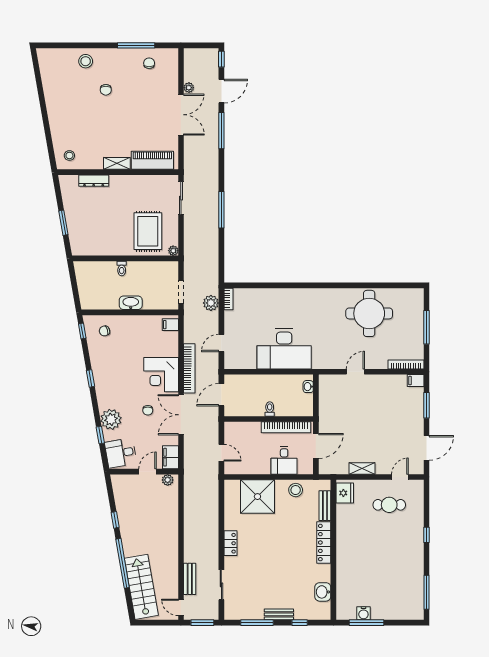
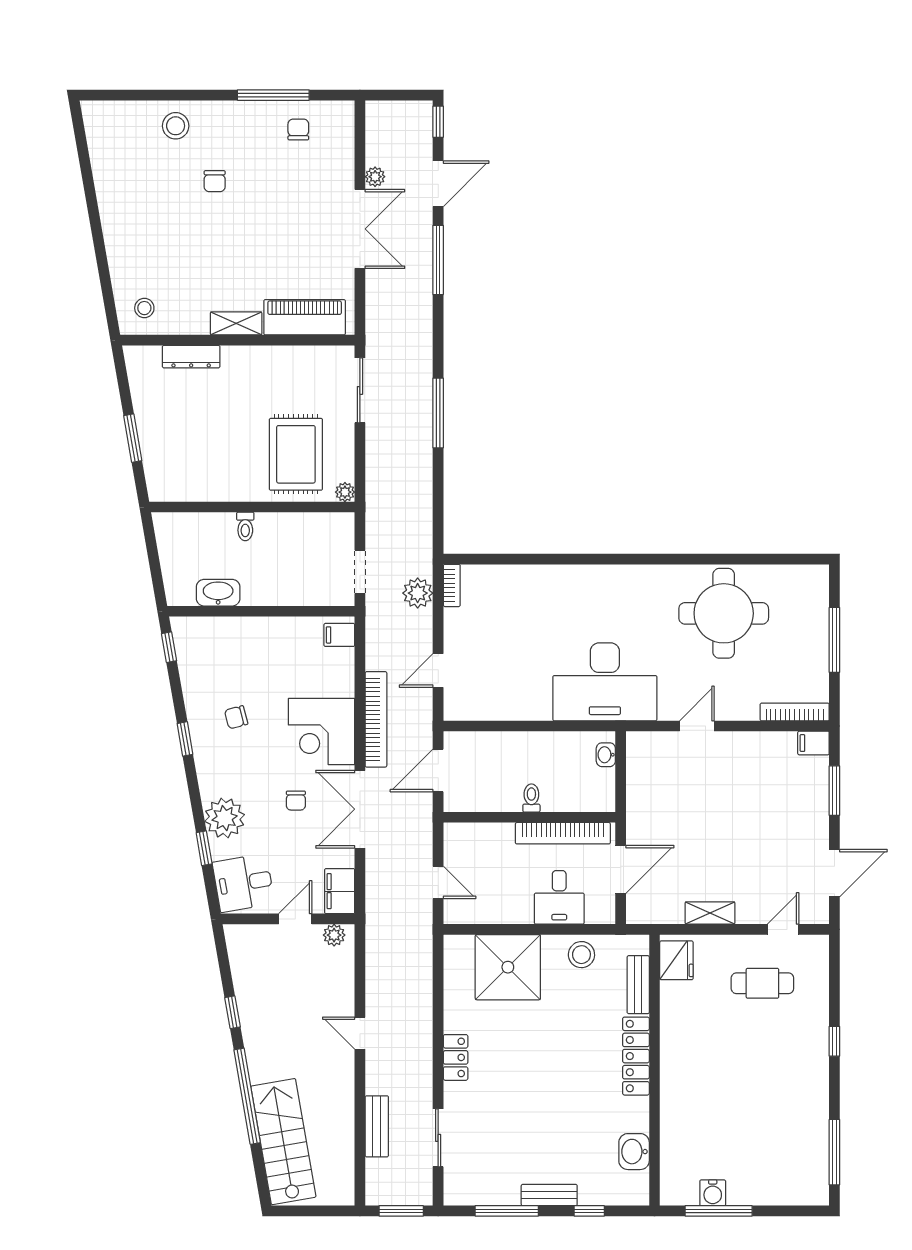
washbasin: (131, 303) -> (218, 593), moved
chair: (105, 331) -> (236, 717), moved
desk: (284, 349) -> (605, 682), moved
door: (181, 607) -> (360, 1033), moved

